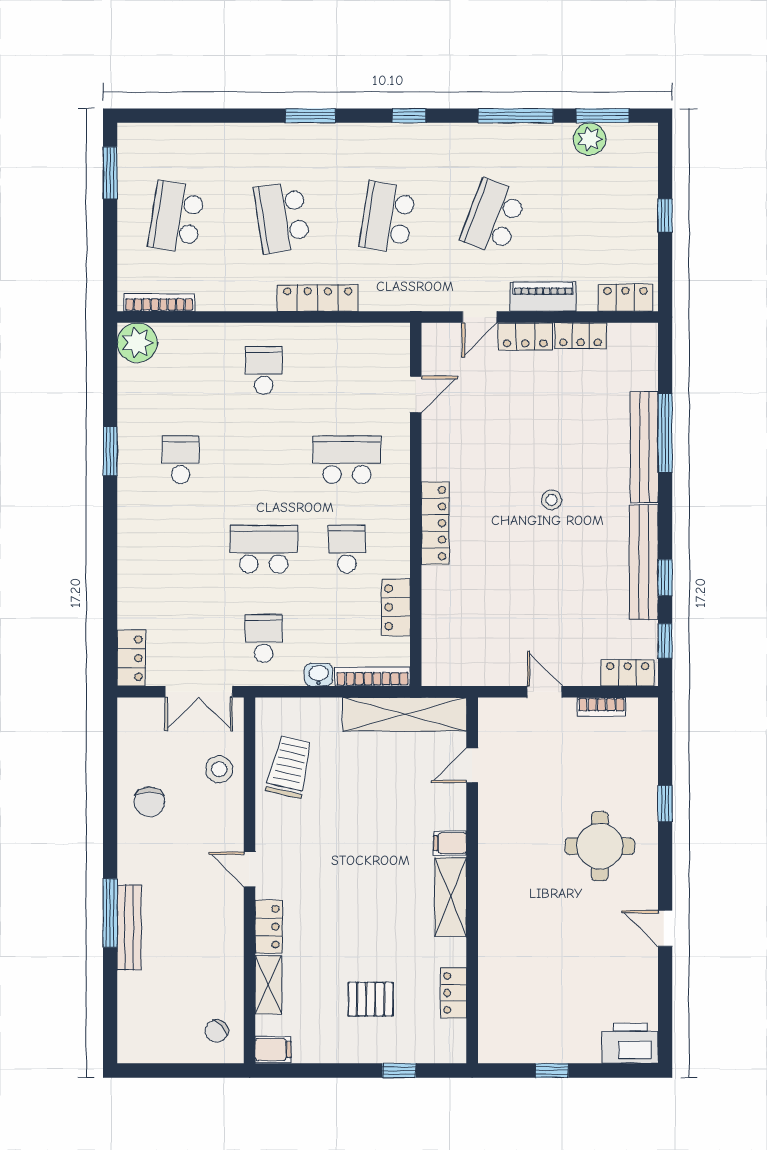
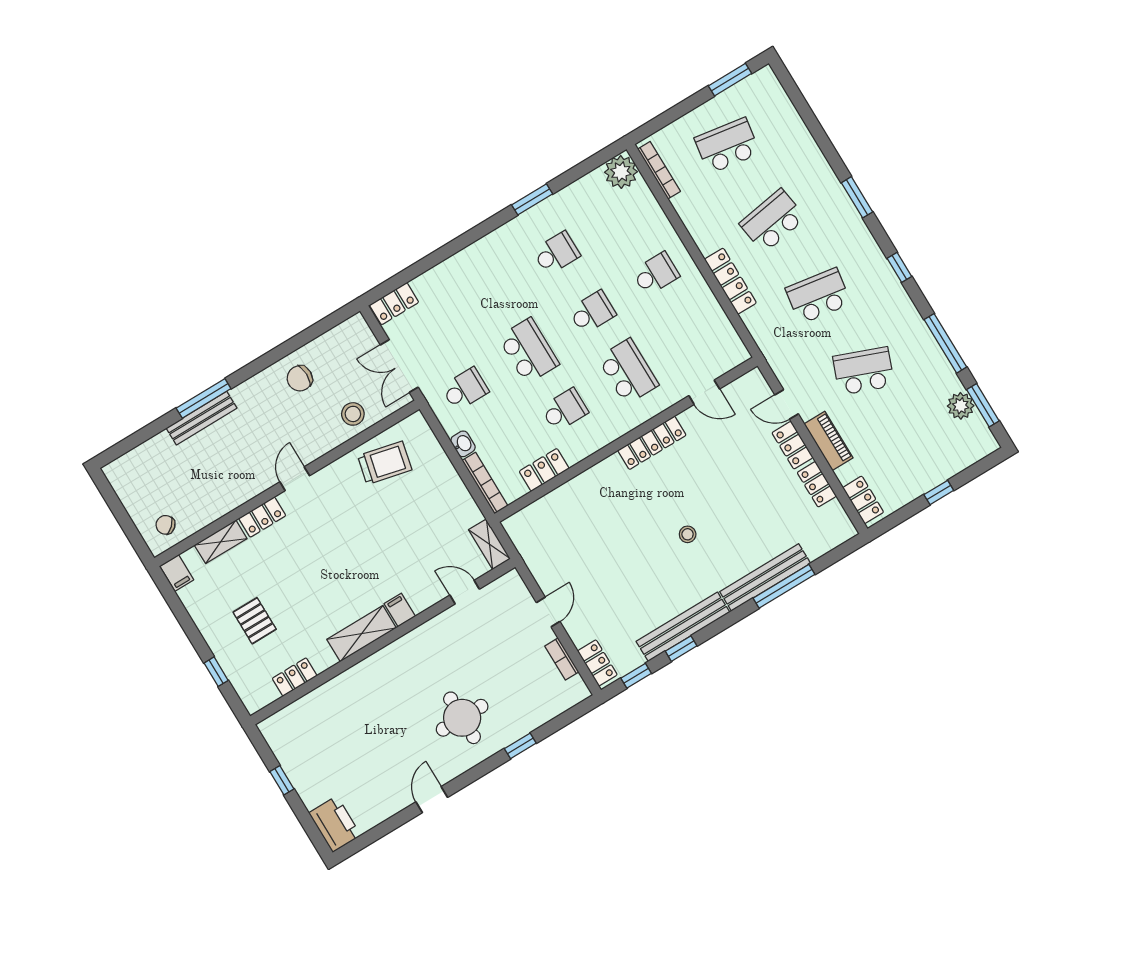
school desk: (264, 460) -> (592, 312), added
locker: (435, 523) -> (652, 443), moved
shelving: (405, 714) -> (489, 544), width x0.45, depth x0.75

